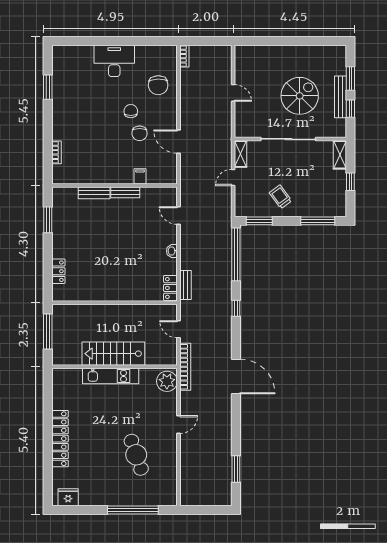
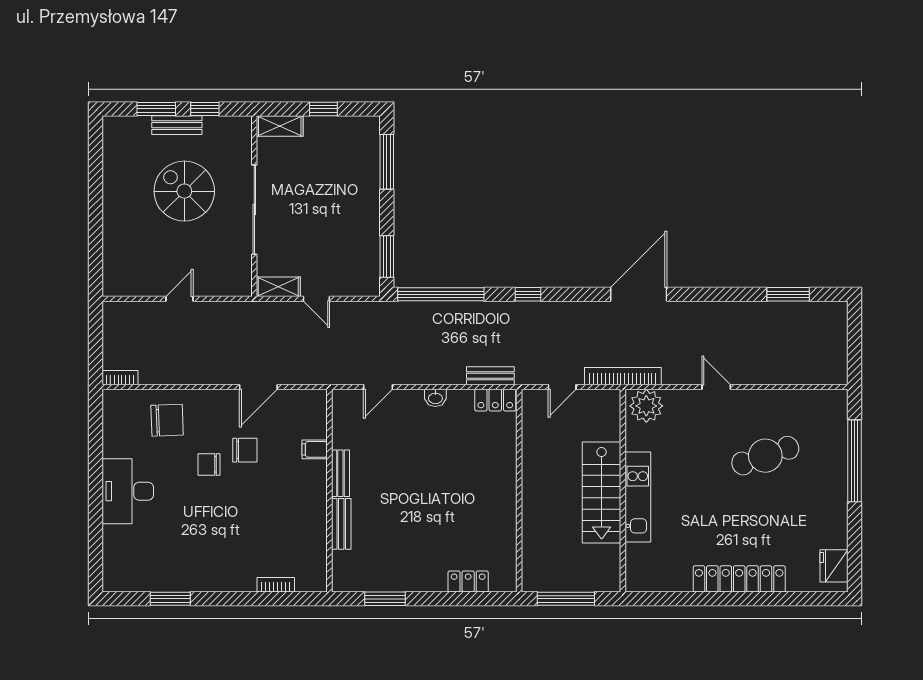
bench: (340, 97) -> (177, 125), width x0.73
trolley: (280, 197) -> (348, 222), removed

